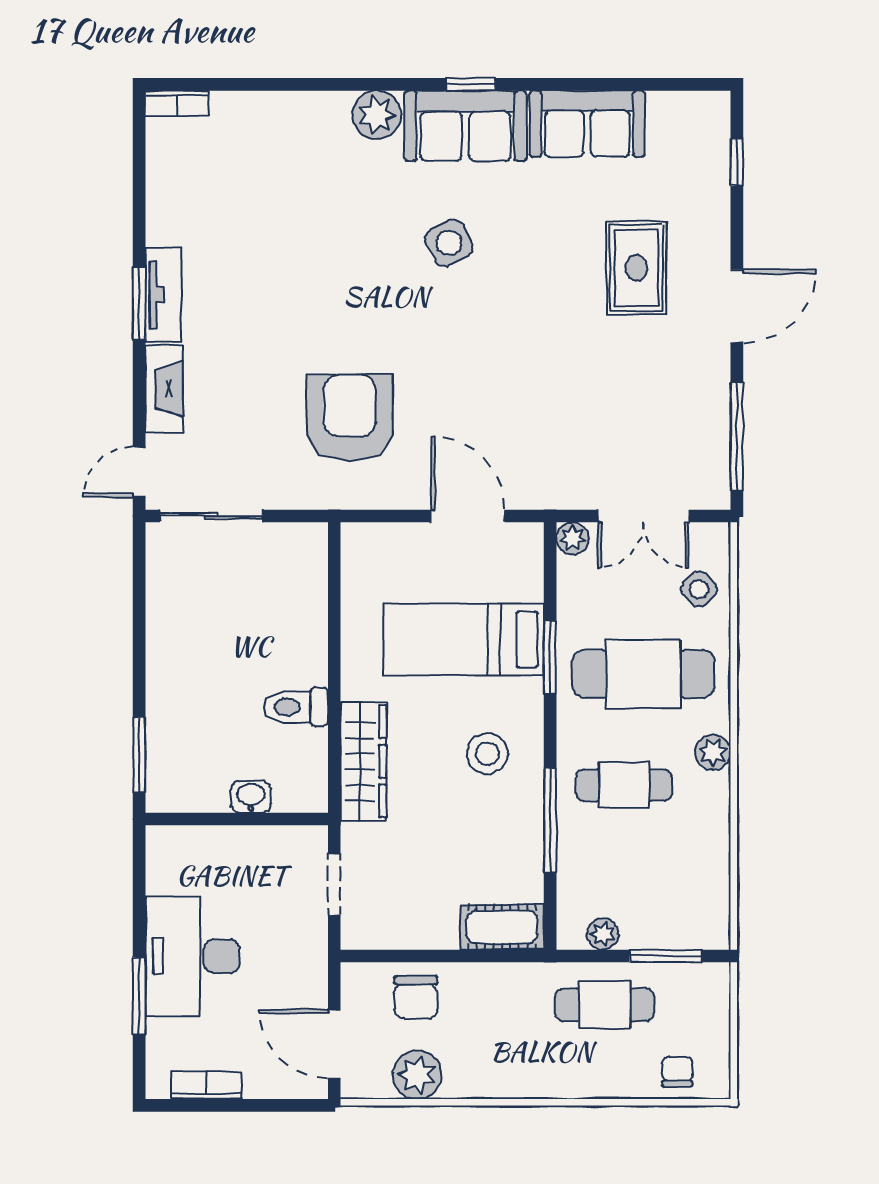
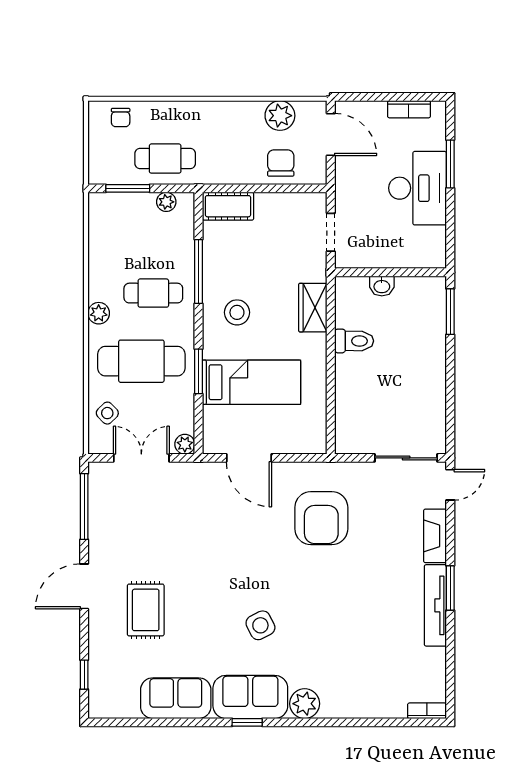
tv unit: (163, 295) -> (435, 605), width x1.41
wardrobe: (363, 761) -> (313, 308), width x0.67

